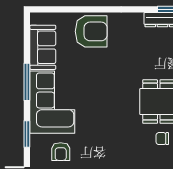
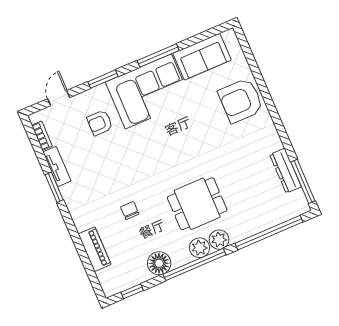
armchair: (91, 31) -> (241, 100), turned 90
chair: (162, 139) -> (130, 210), moved

